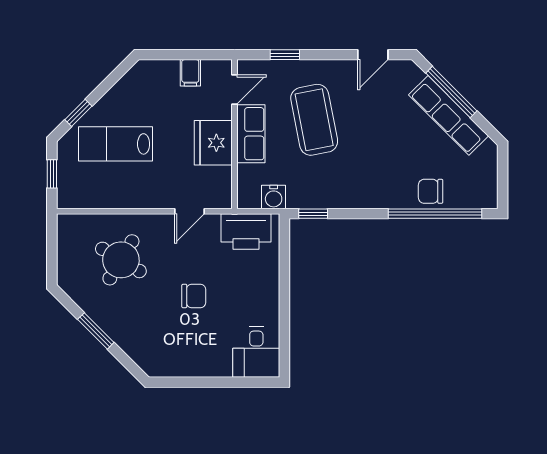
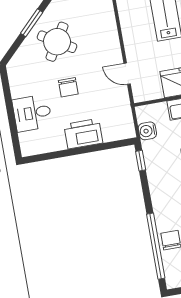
printer: (246, 231) -> (83, 134), moved, turned 90
round table: (121, 260) -> (57, 42), moved
desk: (256, 352) -> (32, 113), moved

